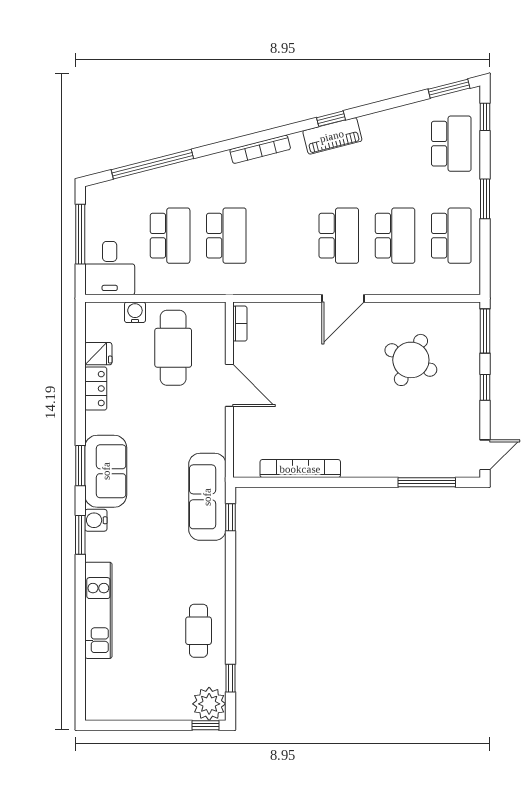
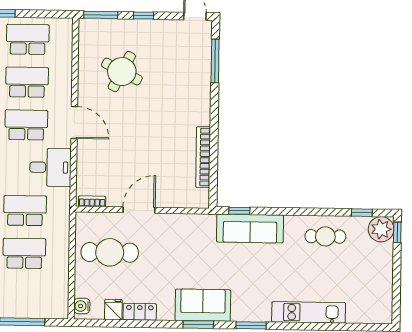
desk: (110, 268) -> (50, 167), moved
water cooler: (135, 312) -> (82, 306), moved
sofa: (207, 497) -> (250, 229), moved
water cooler: (96, 520) -> (240, 313), removed

